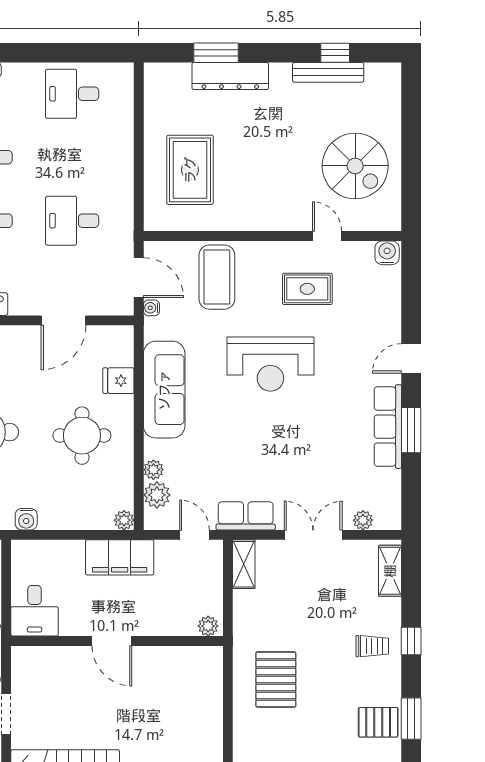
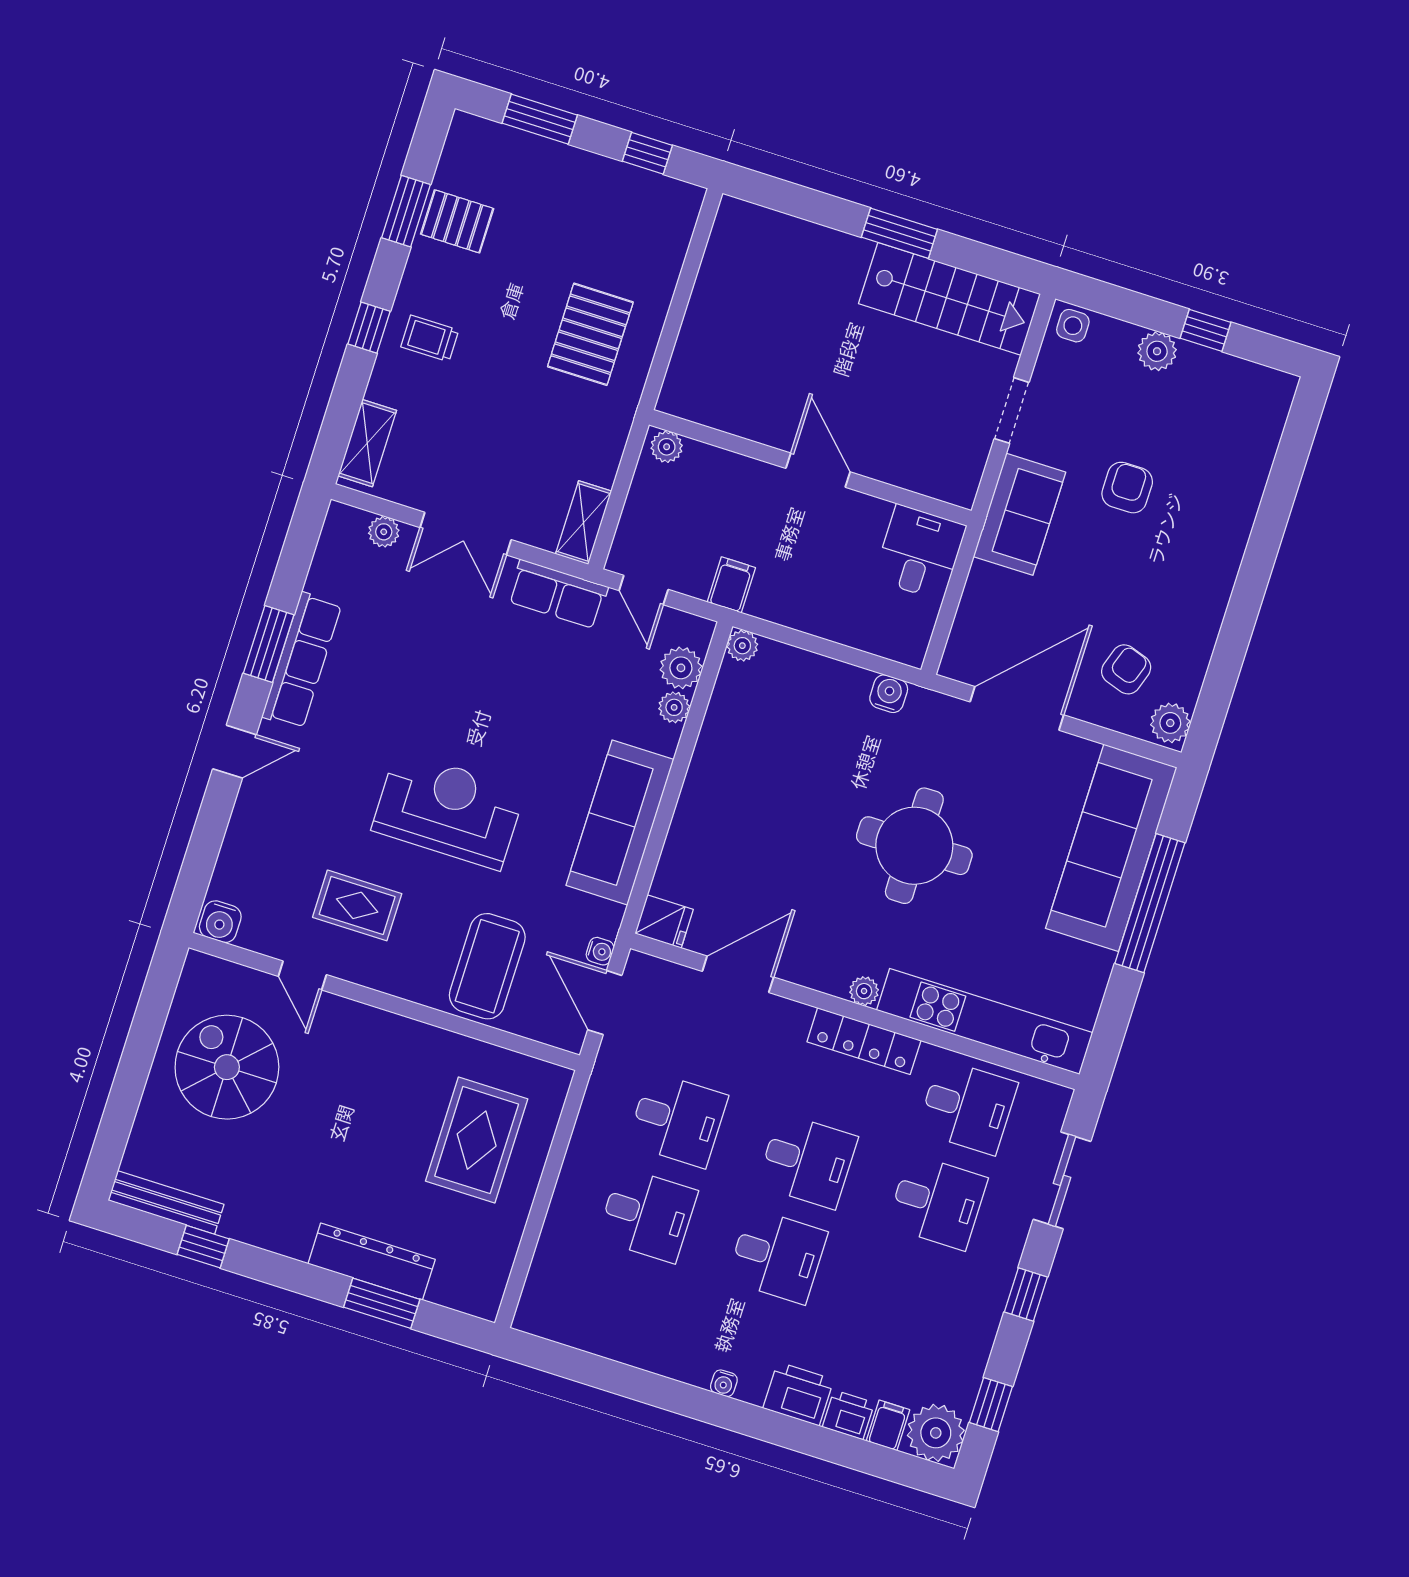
bench: (328, 72) -> (166, 1202), moved
desk: (72, 94) -> (647, 1215), moved
fridge: (118, 381) -> (664, 921), moved
round table: (82, 436) -> (765, 793), removed
filing cabinet: (120, 557) -> (731, 585), width x0.33, depth x0.86

